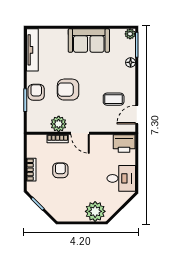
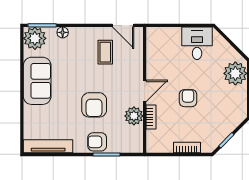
plant: (130, 34) -> (35, 38), width x1.87, depth x1.87
printer: (124, 144) -> (157, 40), removed
armchair: (60, 170) -> (188, 98), moved, turned 90

